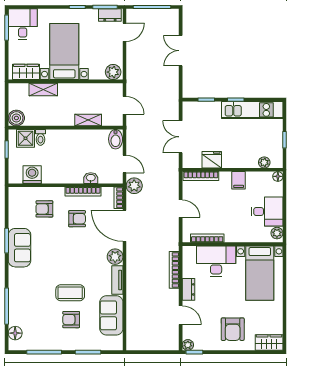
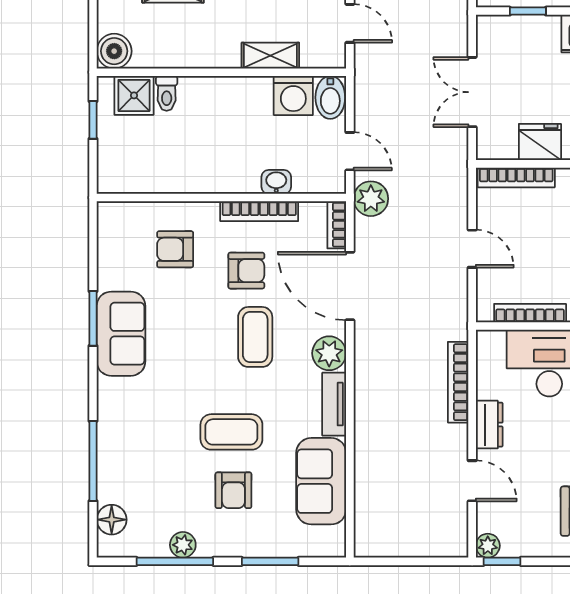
washing machine: (32, 175) -> (293, 95), moved, turned 180
coffee table: (81, 249) -> (255, 337), added
armchair: (71, 320) -> (233, 490), turned -90
plant: (48, 345) -> (183, 545), added

